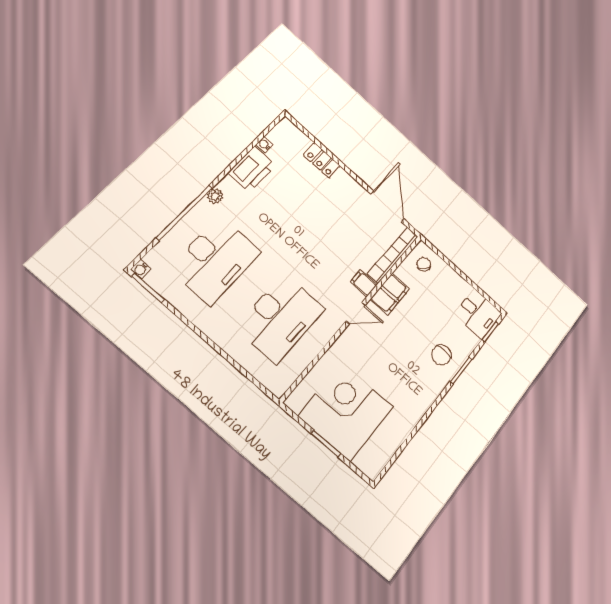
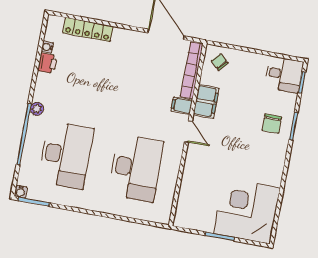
locker: (322, 161) -> (88, 30), width x1.53
printer: (252, 169) -> (47, 63), width x0.53, depth x0.68
door: (356, 313) -> (188, 131), hinge flipped
corner desk: (346, 411) -> (247, 211), moved

